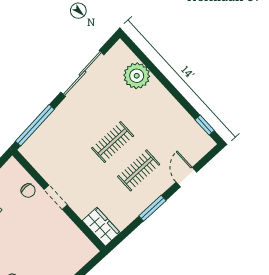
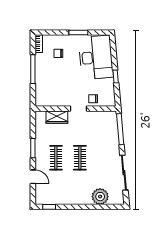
wardrobe: (101, 227) -> (57, 117), moved

